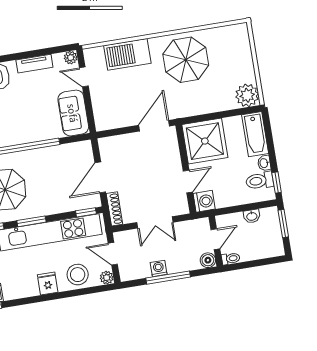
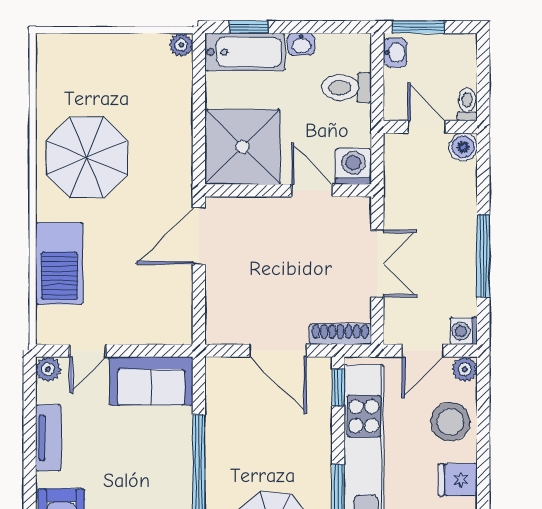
plant: (247, 95) -> (181, 45), width x0.53, depth x0.53
door: (154, 126) -> (199, 236), hinge flipped
toilet: (260, 181) -> (347, 88), moved, turned 90
window: (277, 182) -> (249, 27), moved
washbasin: (252, 216) -> (395, 53), moved
door: (215, 239) -> (427, 127), moved
wall: (216, 241) -> (430, 127), moved
toilet: (231, 259) -> (467, 104), moved
boiler: (208, 260) -> (463, 147), moved
washing machine: (159, 268) -> (464, 331), moved

